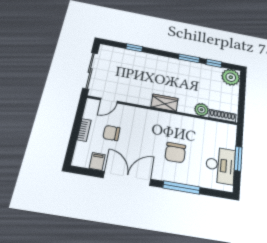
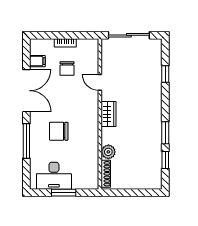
plant: (231, 77) -> (152, 179), removed
door: (109, 101) -> (100, 82), moved
chair: (111, 133) -> (67, 69), turned 180

